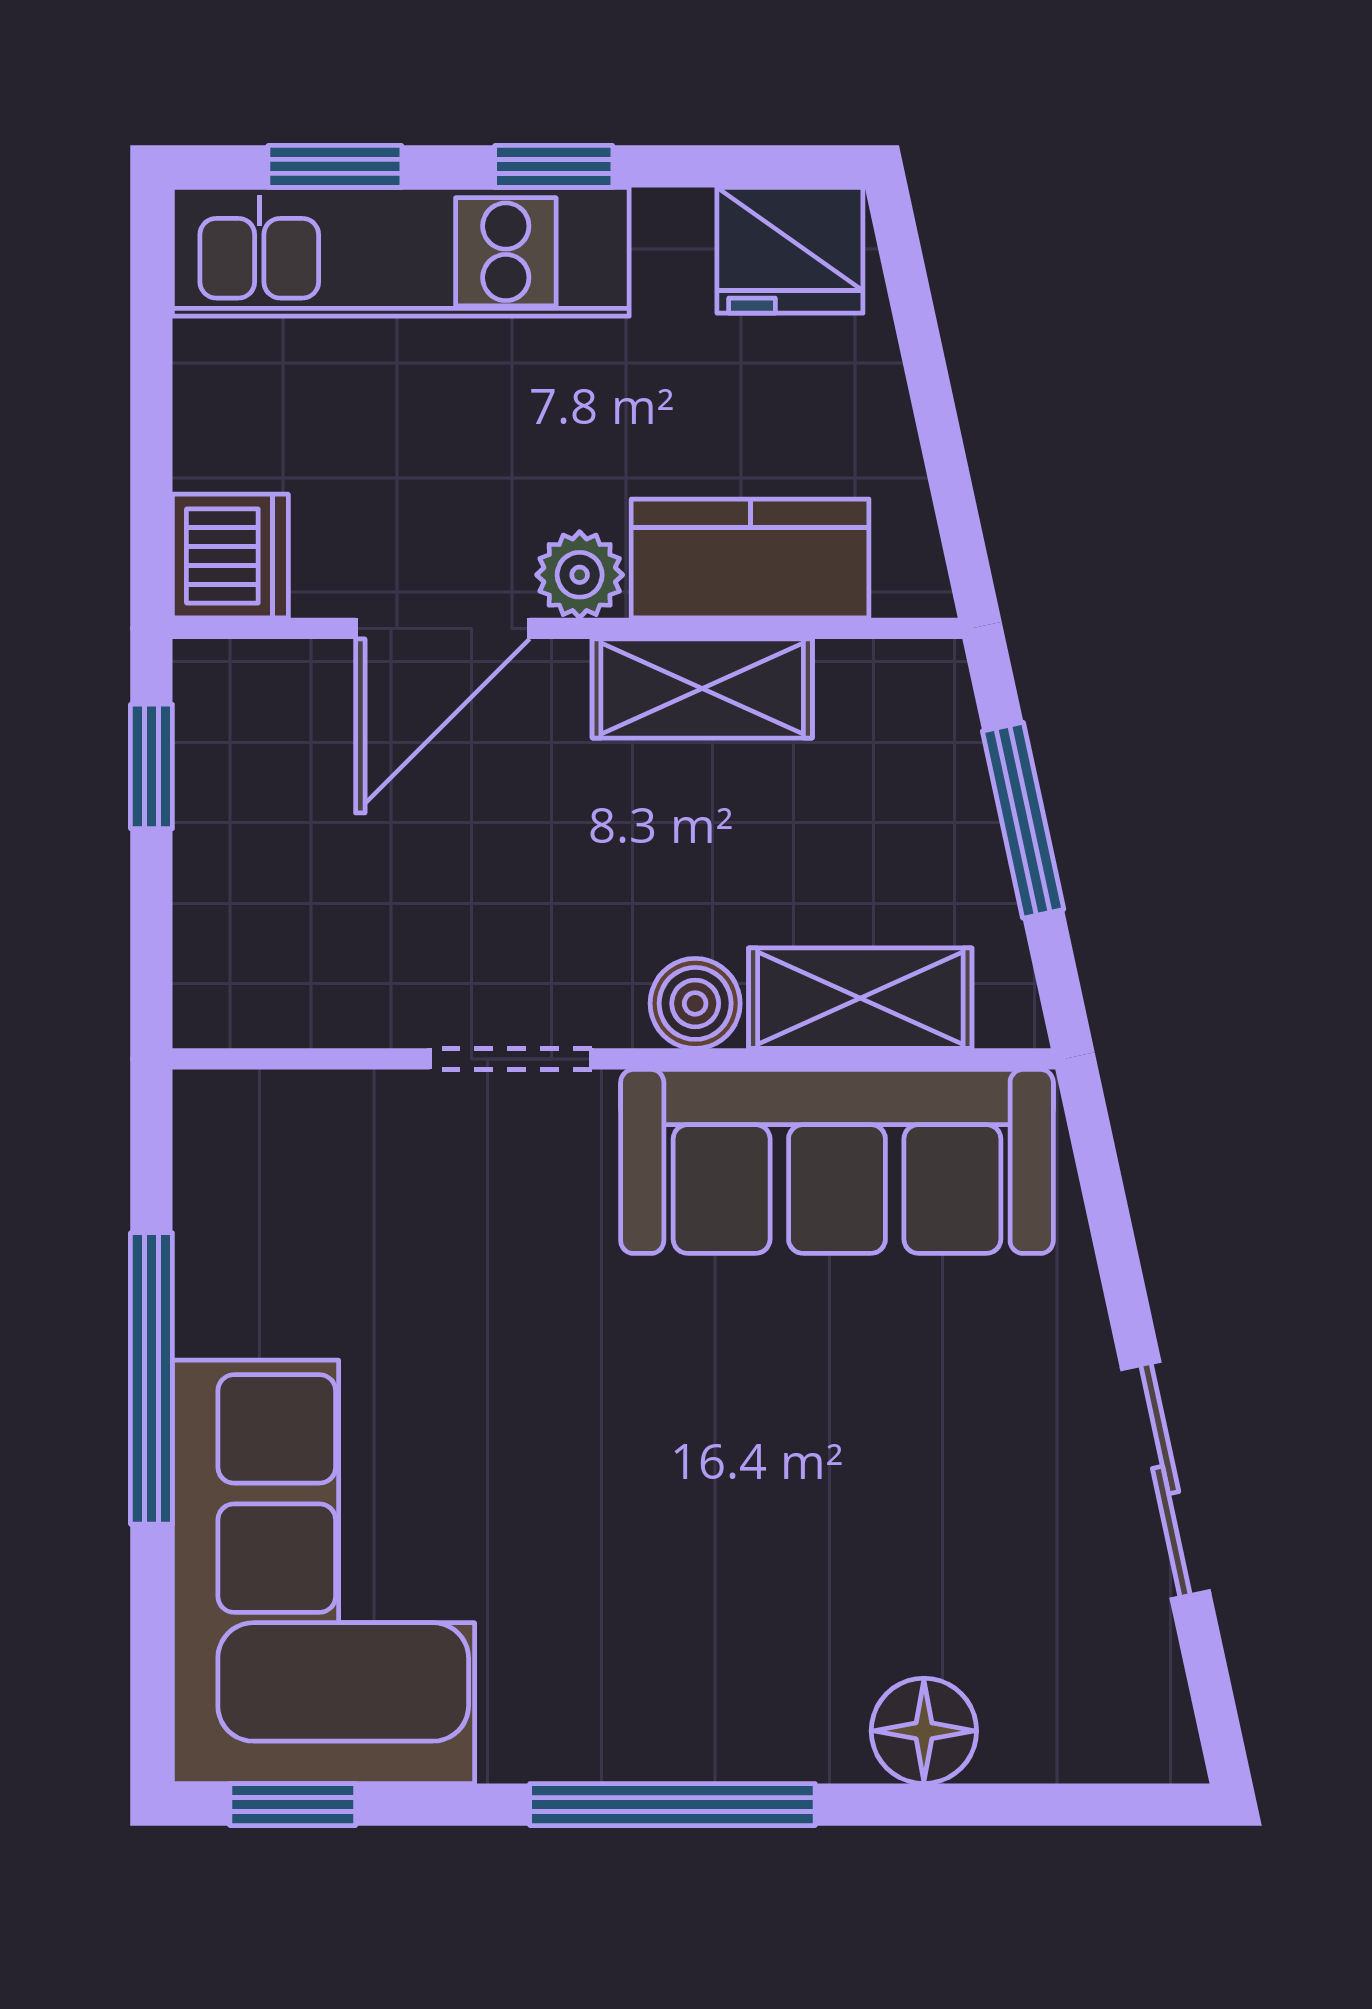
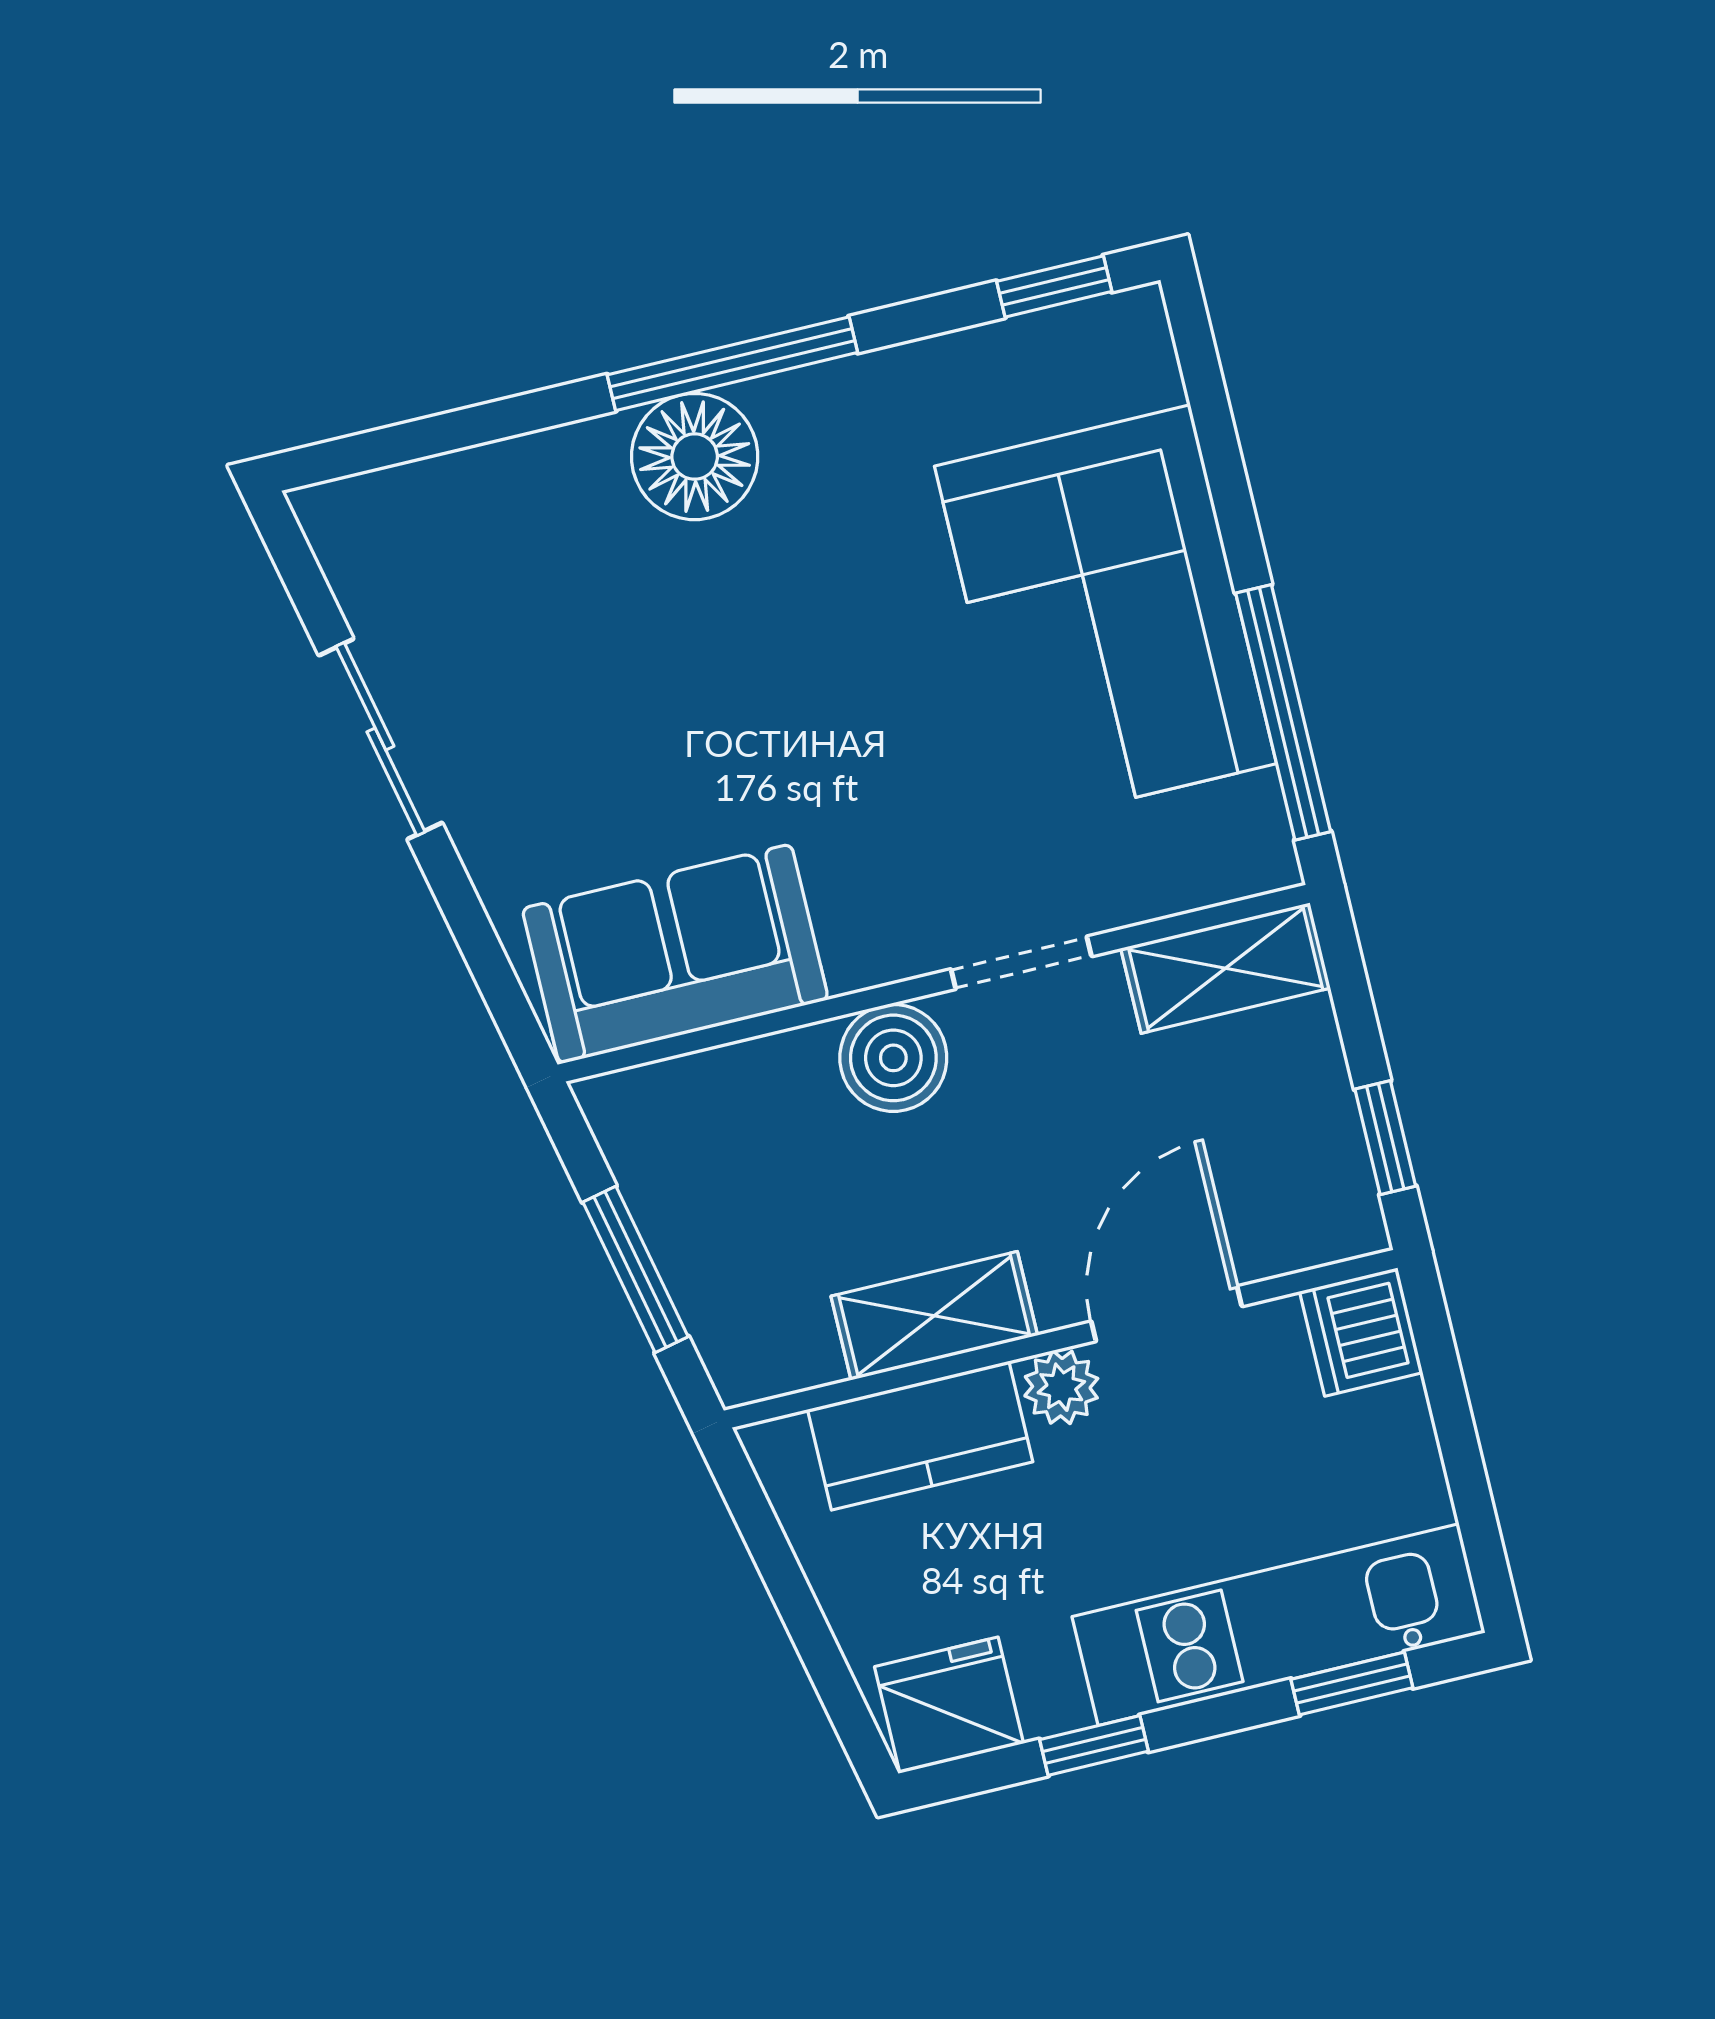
window: (554, 166) -> (1094, 1745), moved
shelving: (860, 998) -> (1226, 968), moved
boiler: (695, 1003) -> (893, 1058), width x1.36, depth x1.36
sofa: (837, 1161) -> (675, 954), width x0.73
window: (151, 1378) -> (1283, 712), moved
corner sofa: (324, 1572) -> (1105, 615), moved
floor lamp: (924, 1731) -> (695, 457), moved, width x1.38, depth x1.38

